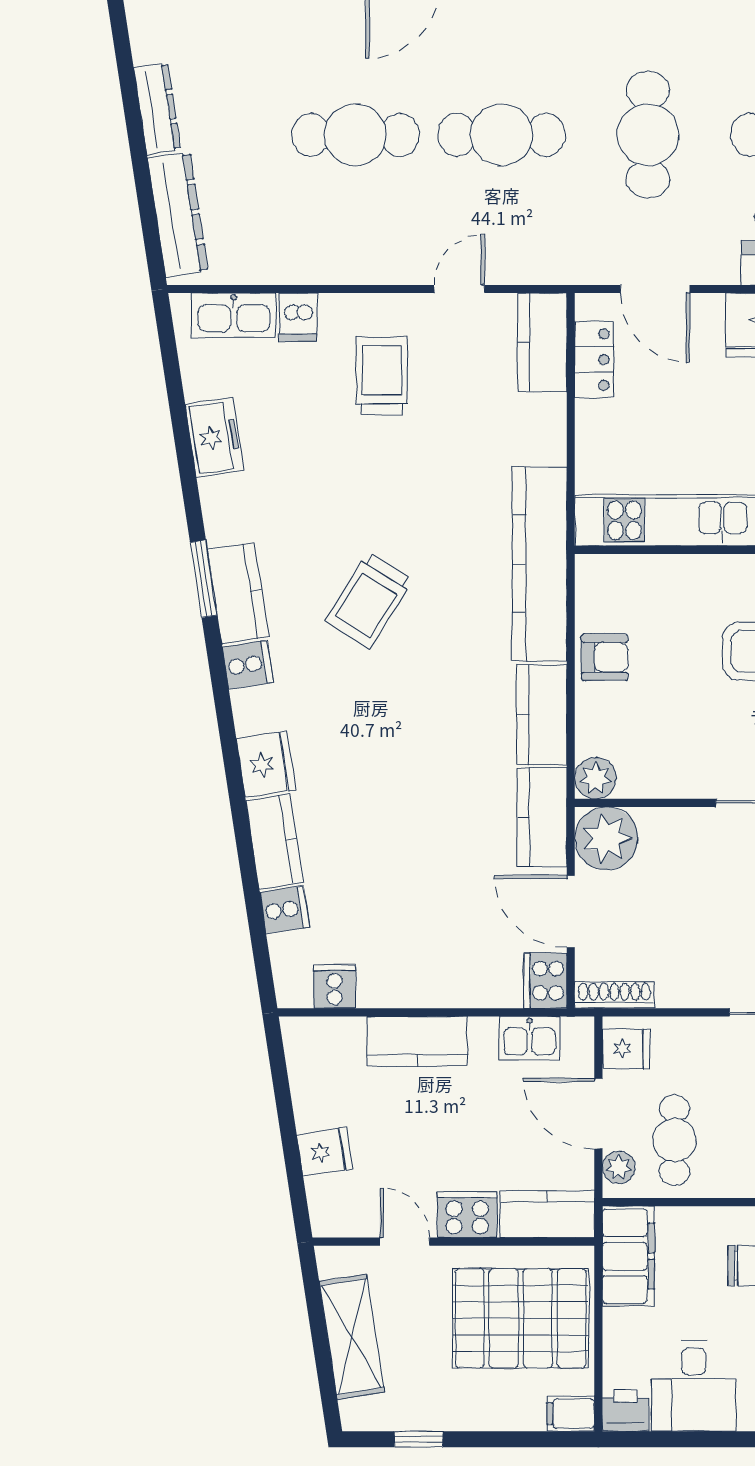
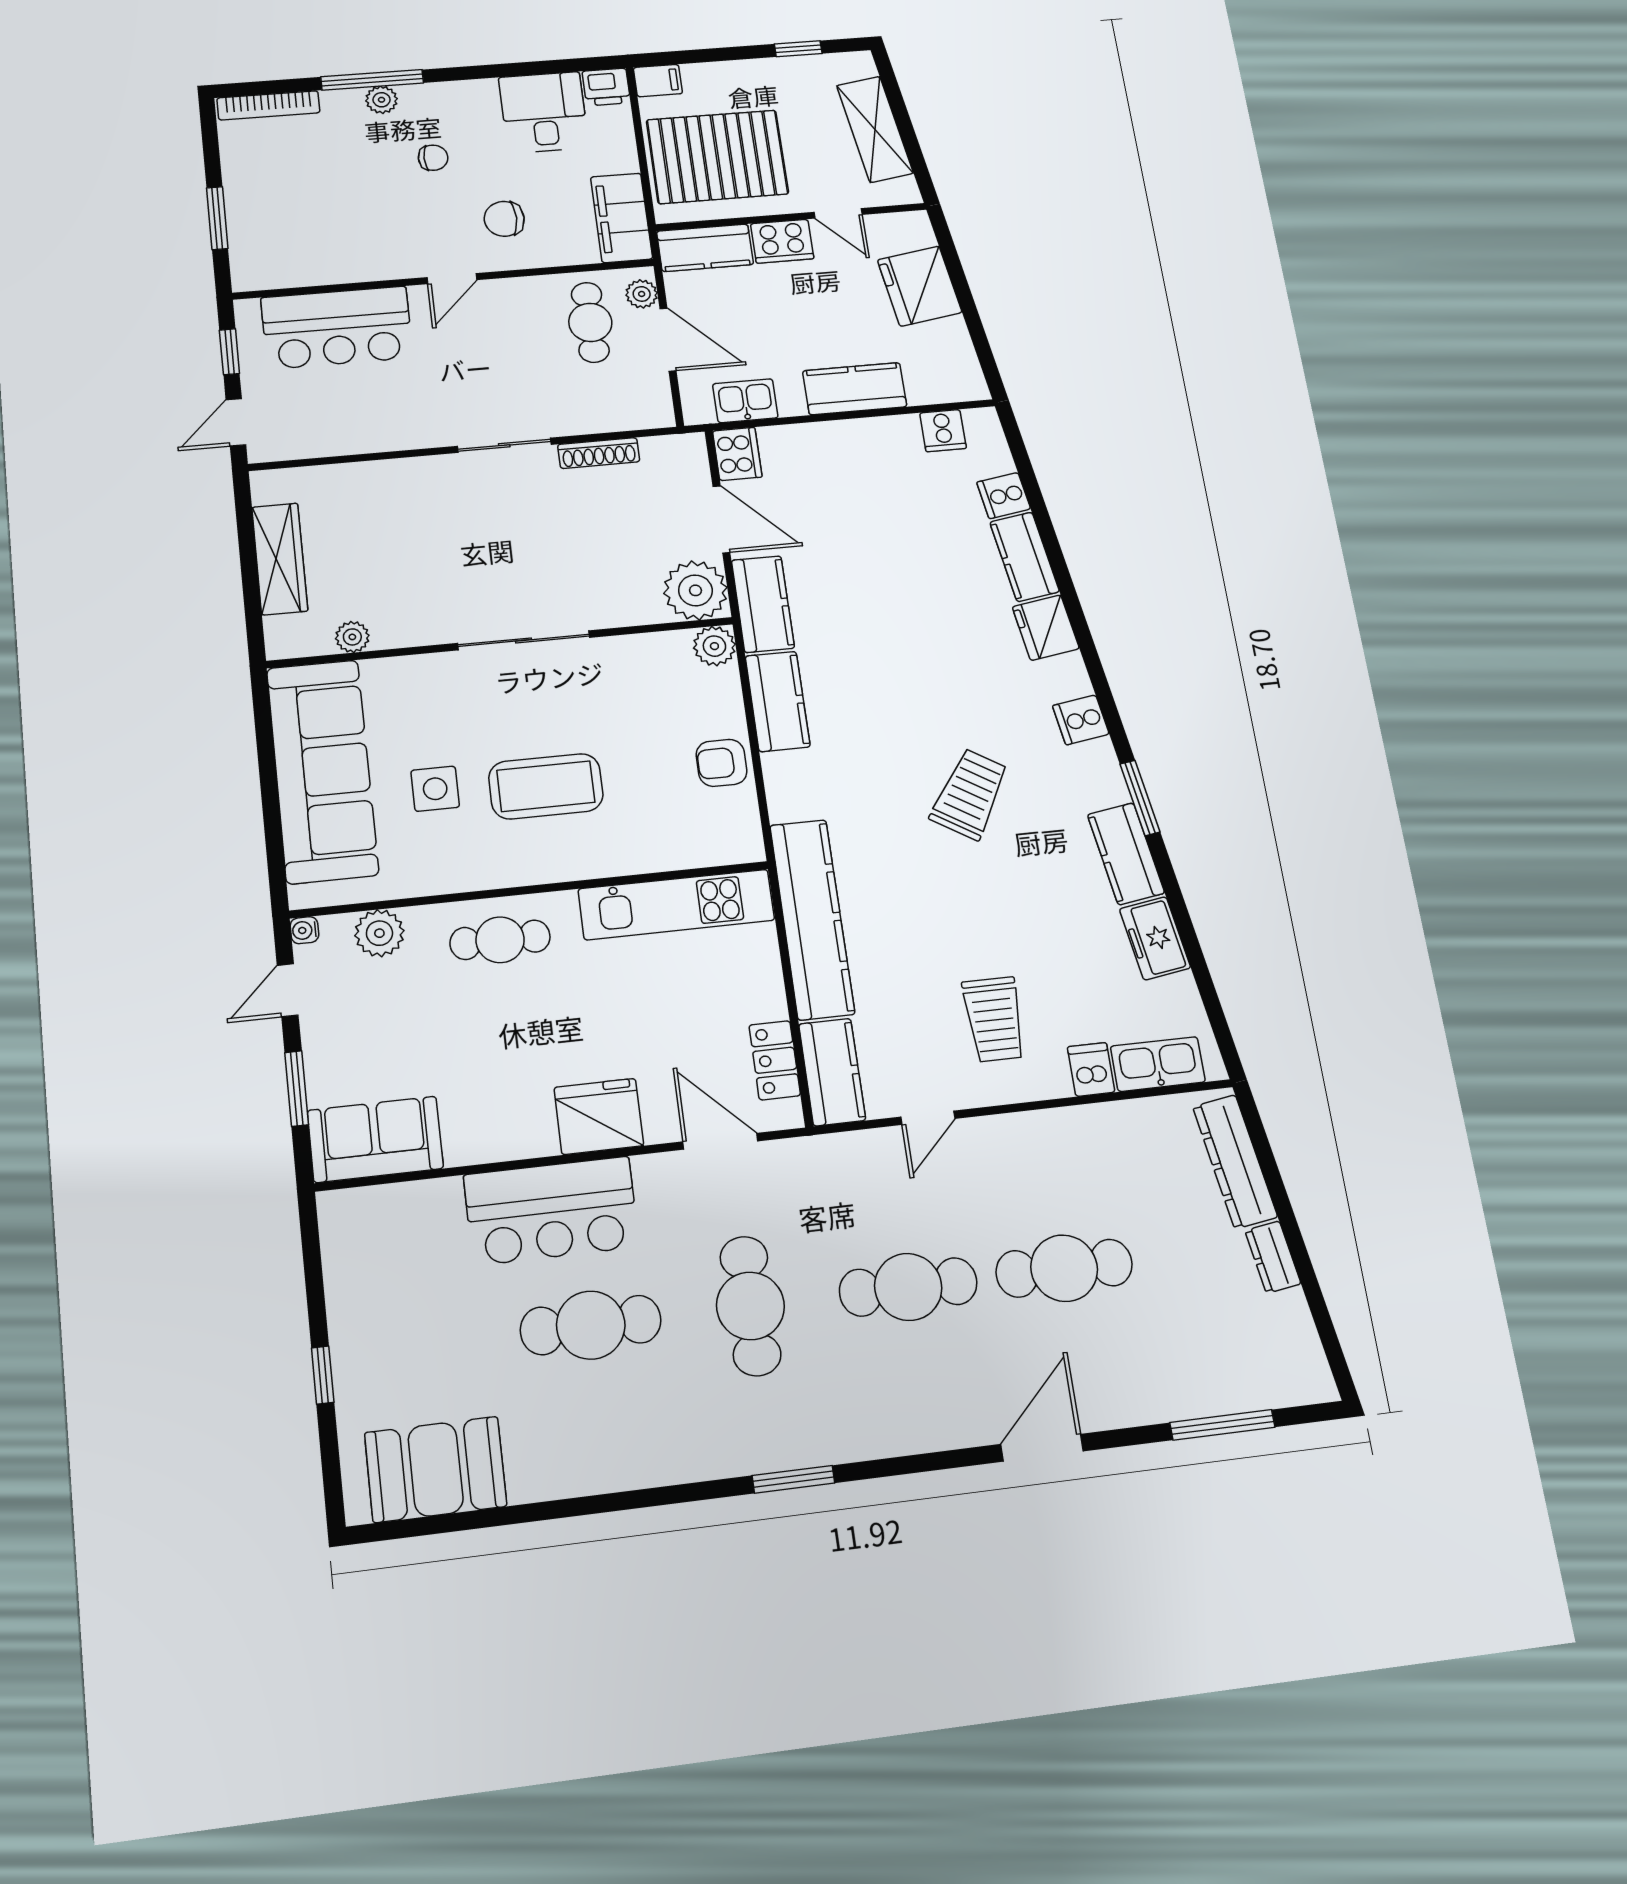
dresser: (157, 109) -> (1273, 1257), width x0.70
kitchen counter: (540, 564) -> (812, 919), moved
kitchen counter: (238, 593) -> (1126, 854), moved
shoe rack: (614, 995) -> (599, 453), moved
fridge: (626, 1049) -> (649, 400), removed
fridge: (325, 1152) -> (920, 286), width x1.88, depth x1.34

